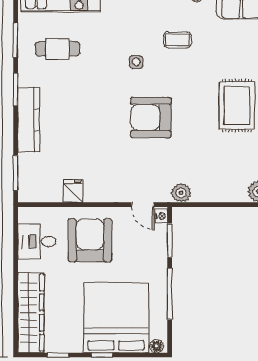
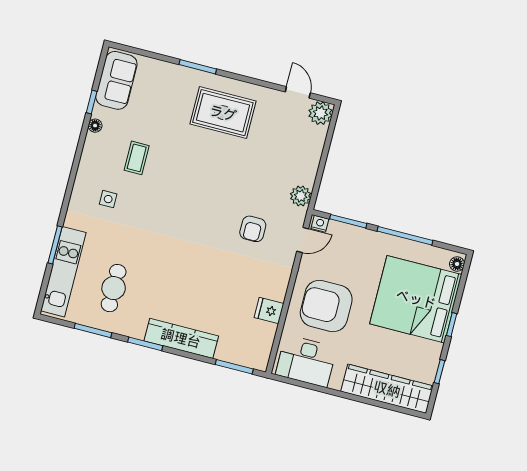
side table: (136, 62) -> (108, 199), moved
armchair: (151, 117) -> (253, 229), moved, width x0.53, depth x0.53
desk: (37, 242) -> (306, 361), width x1.37

